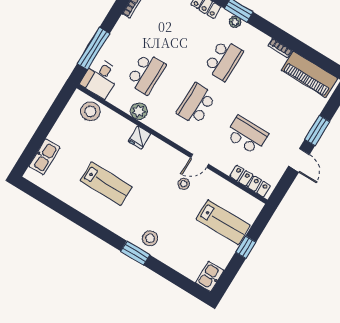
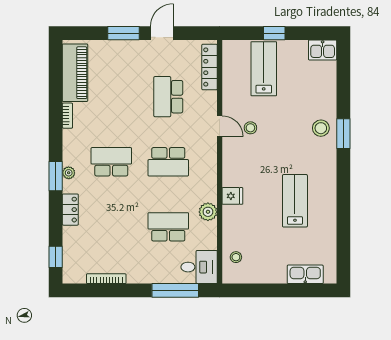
stool: (90, 111) -> (236, 257), width x0.53, depth x0.53

